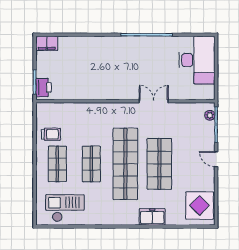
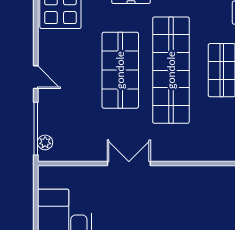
double door: (154, 101) -> (129, 163), swing flipped

